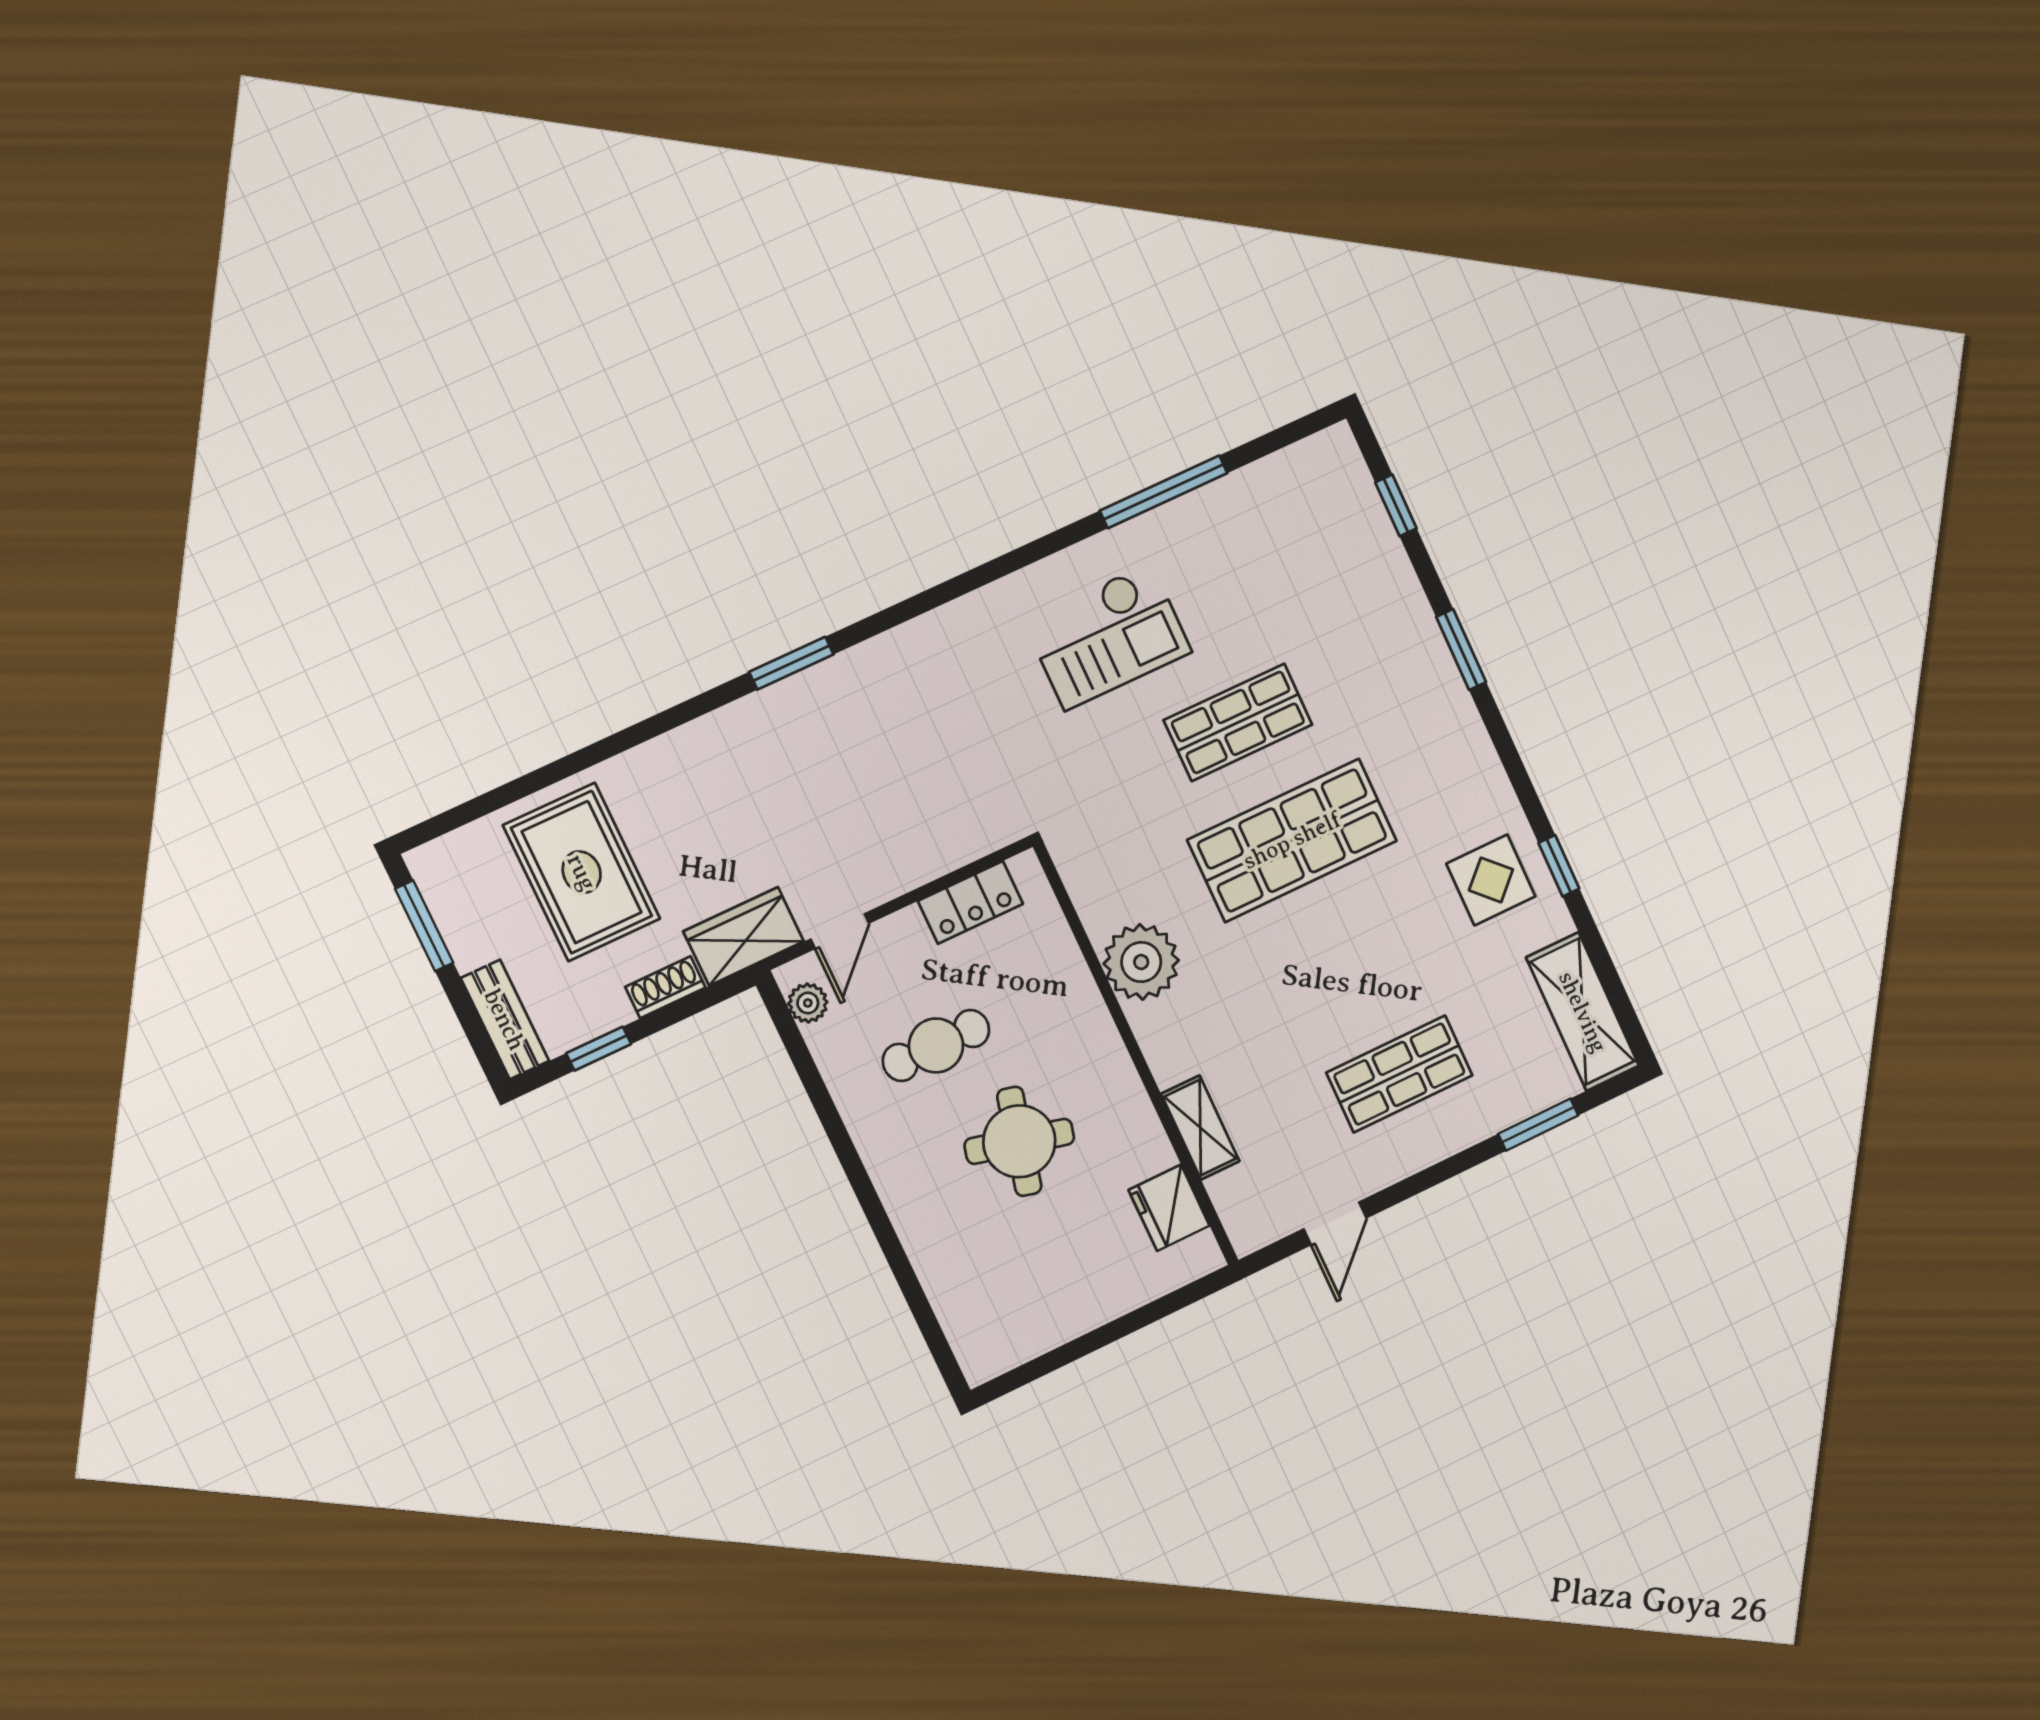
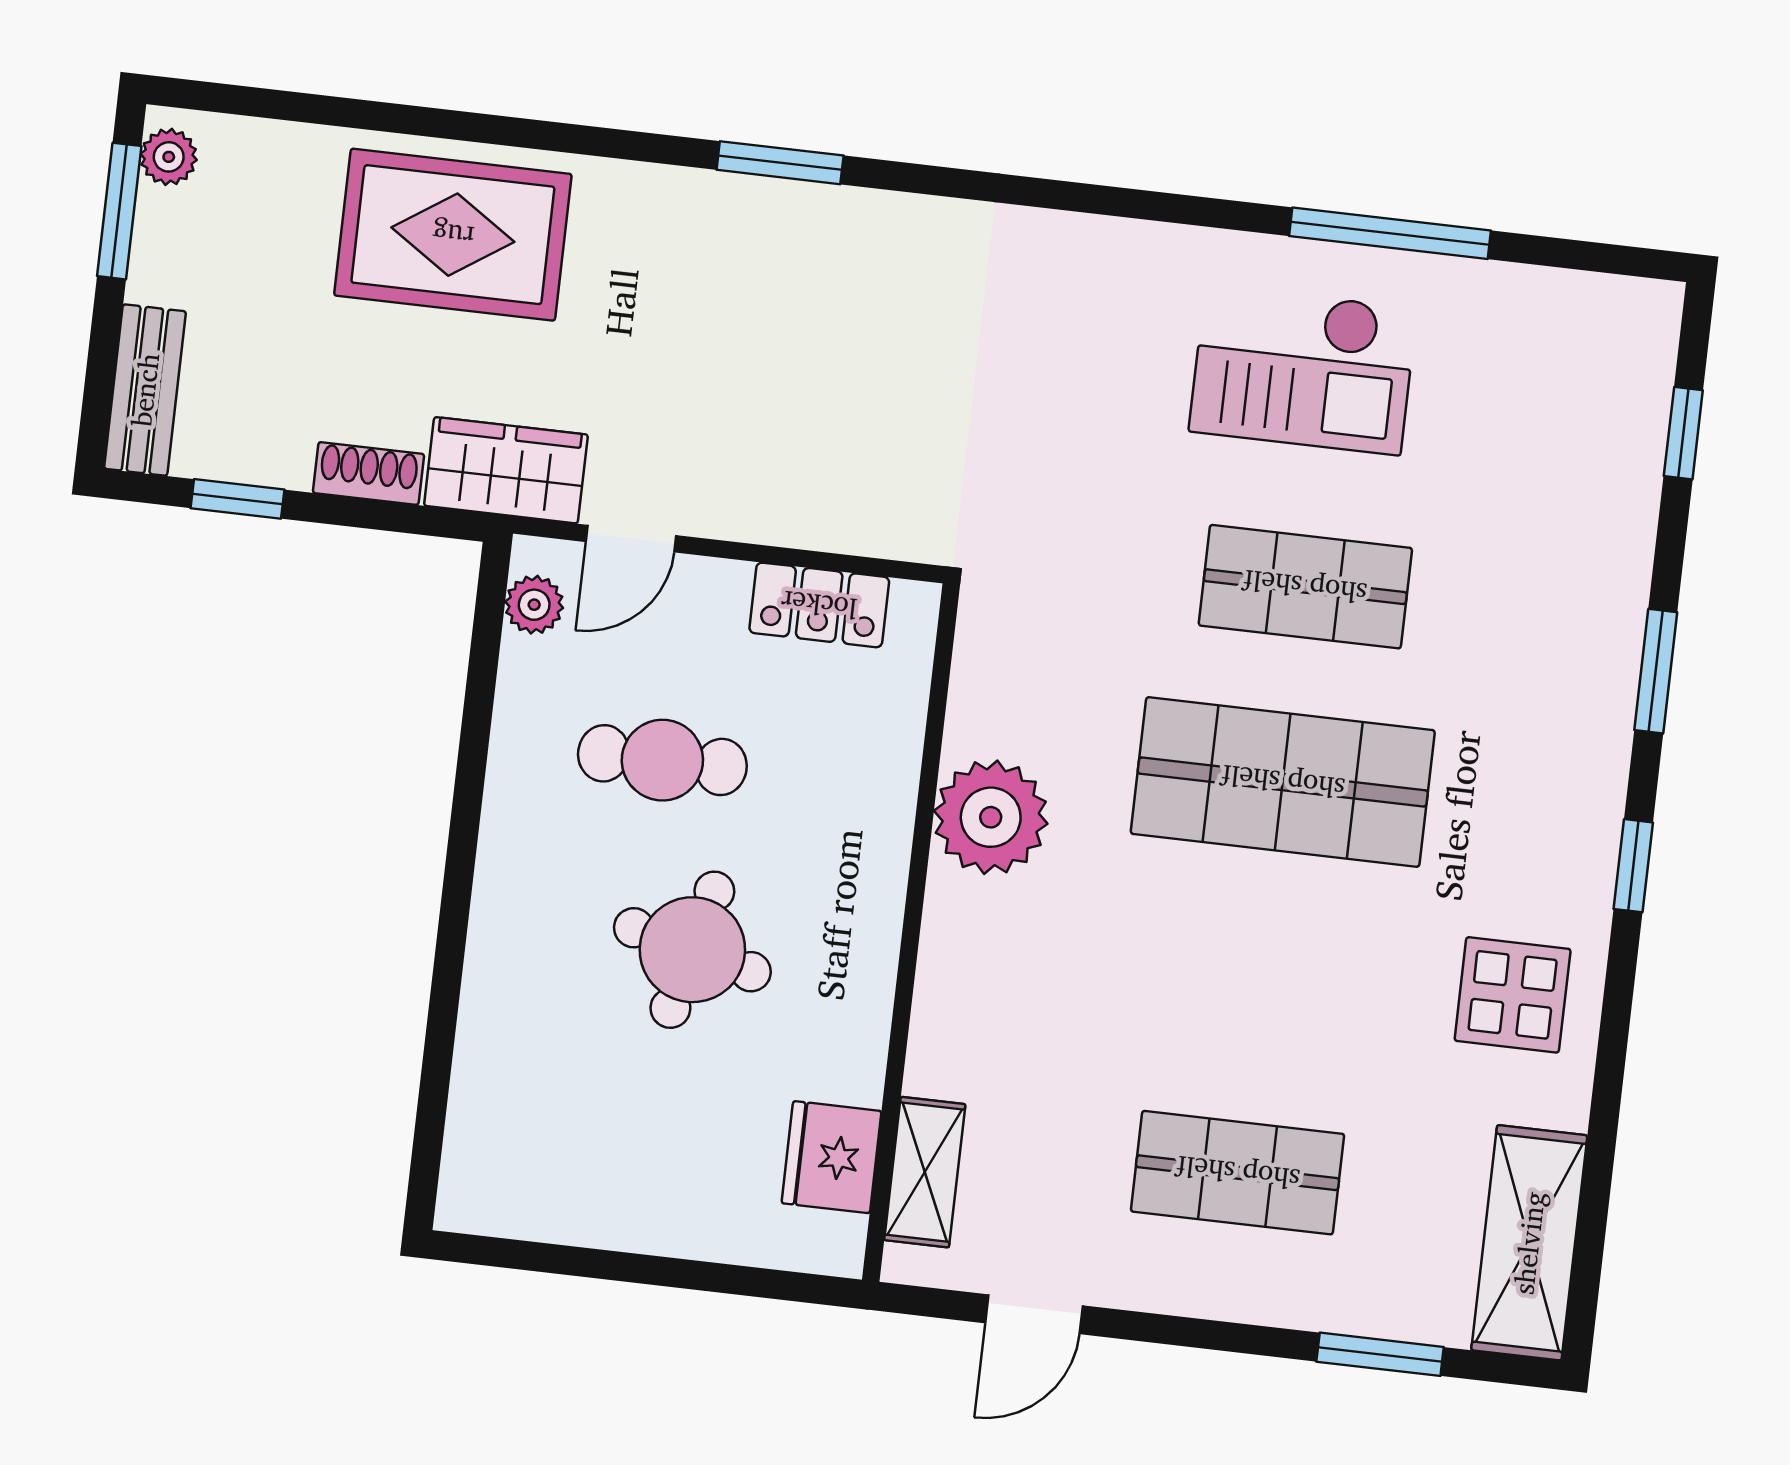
checkout: (1108, 636) -> (1303, 369), moved
window: (1559, 866) -> (1633, 866), moved
rug: (582, 872) -> (453, 235), moved, turned 90
plant: (433, 877) -> (169, 157), added
shelving: (1200, 1128) -> (925, 1172), moved

